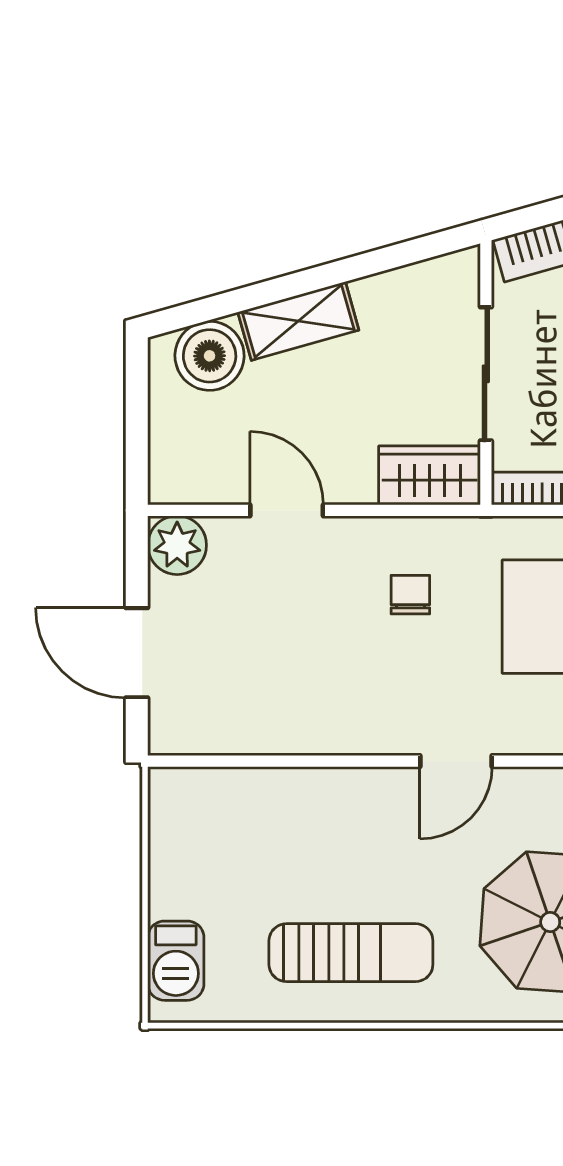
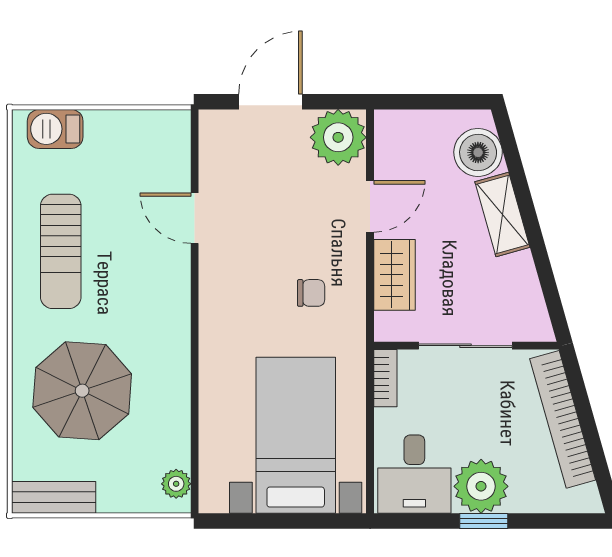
wardrobe: (430, 475) -> (394, 275), moved
plant: (177, 545) -> (338, 137), width x1.36, depth x1.36
door: (456, 761) -> (195, 218), moved

